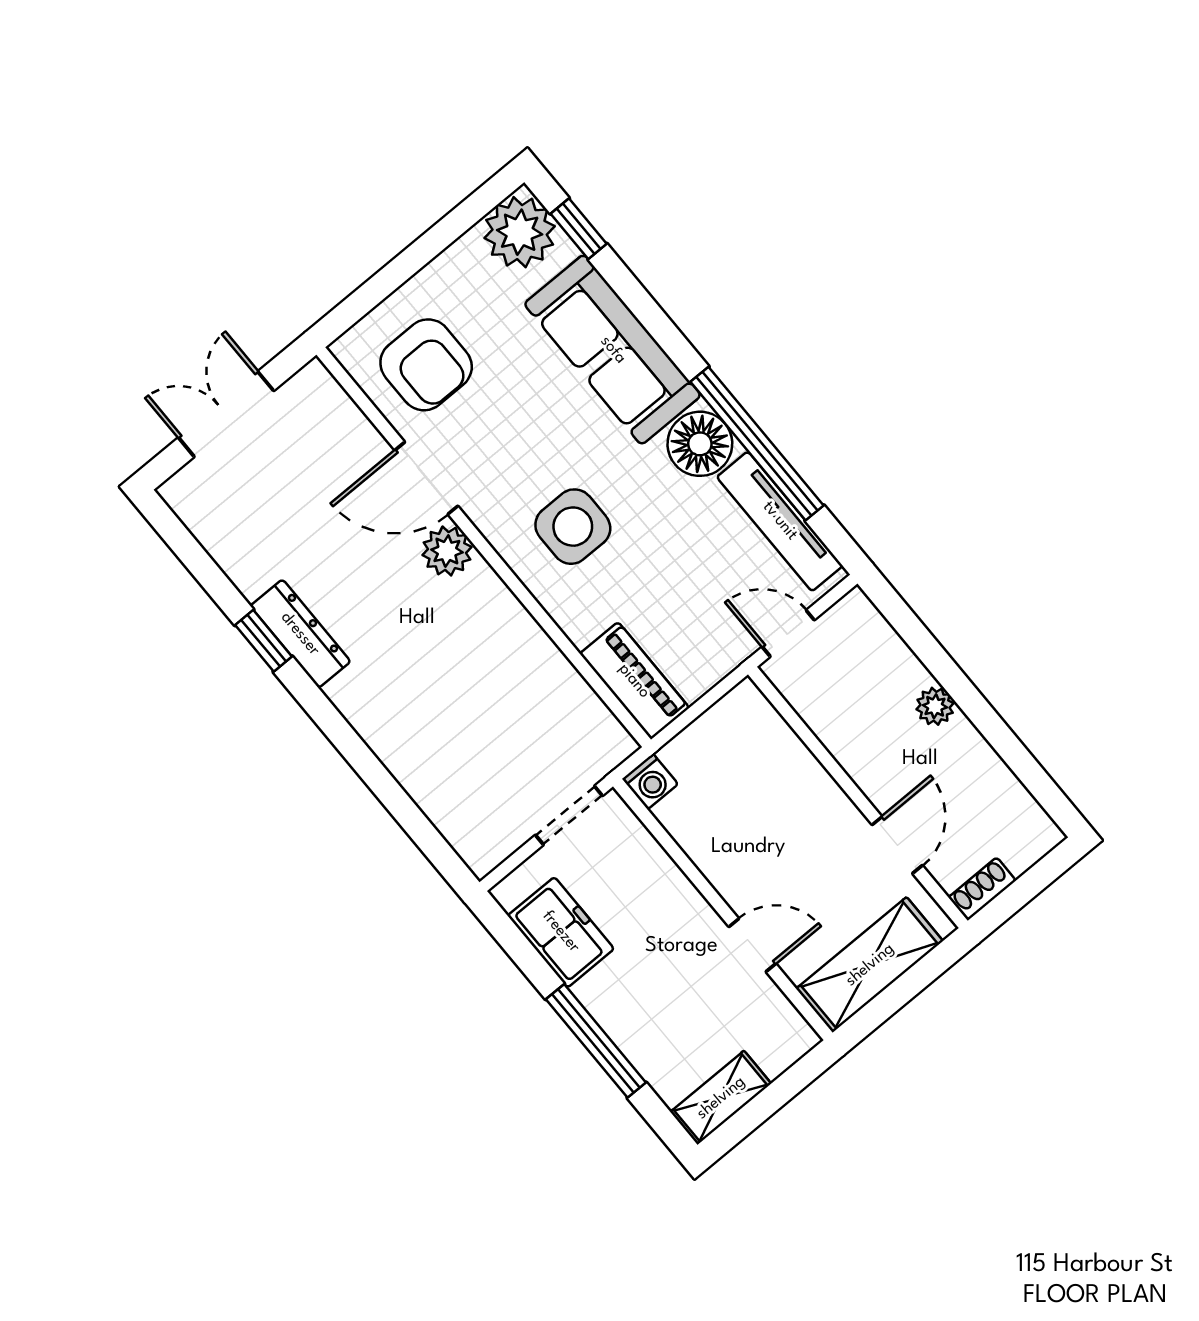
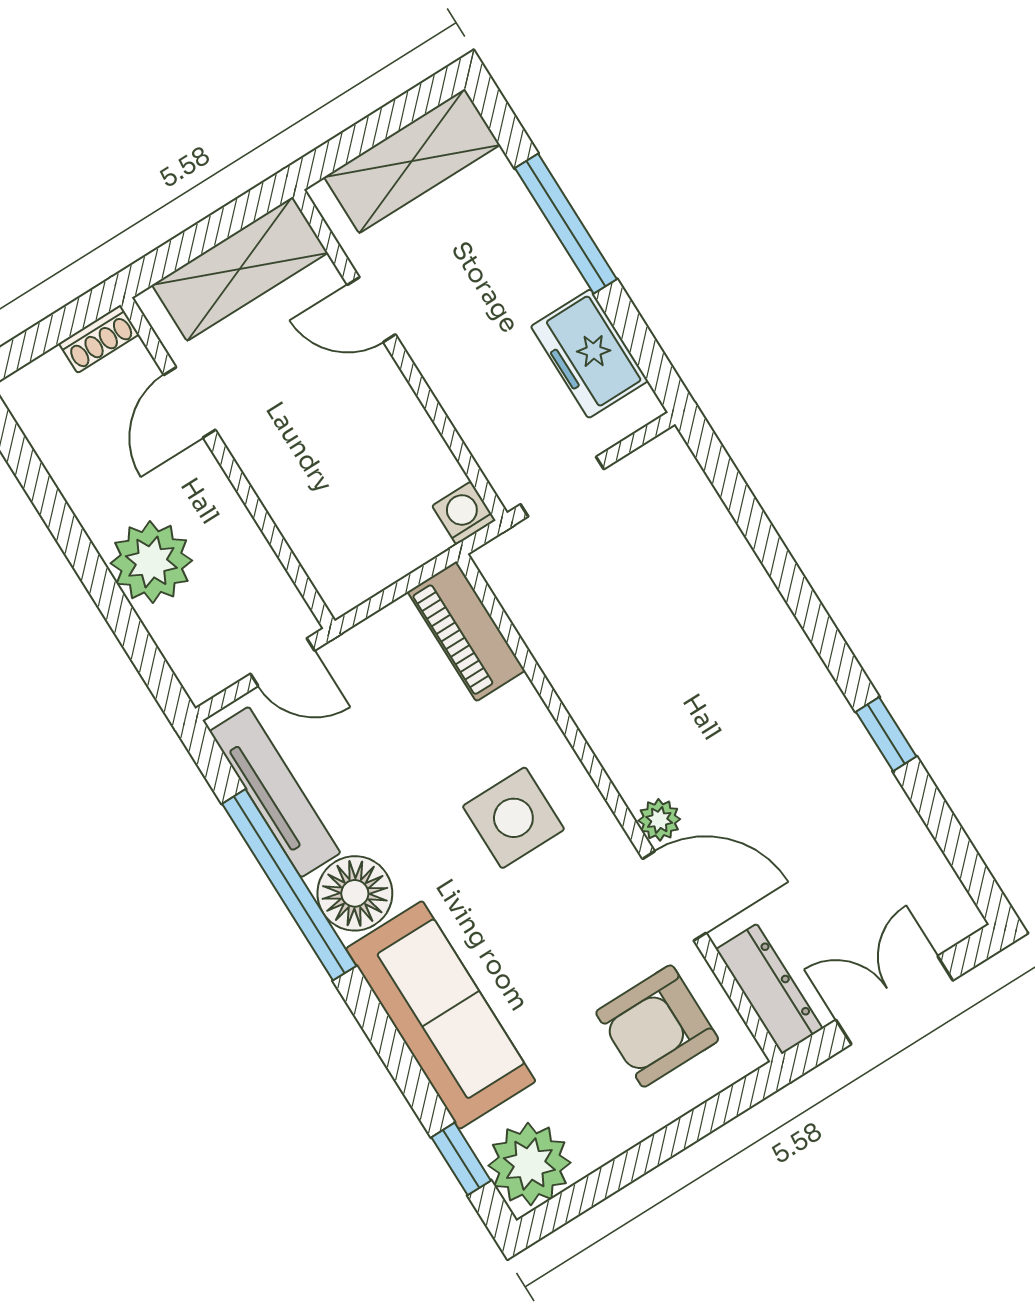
armchair: (426, 365) -> (657, 1026), turned -90
double door: (226, 414) -> (894, 1000), swing flipped
plant: (447, 551) -> (659, 820), width x0.73, depth x0.73
dresser: (300, 634) -> (769, 989), moved, turned 180
plant: (935, 706) -> (151, 562), width x1.88, depth x1.88
shelving: (721, 1098) -> (412, 161), width x1.50, depth x1.33

